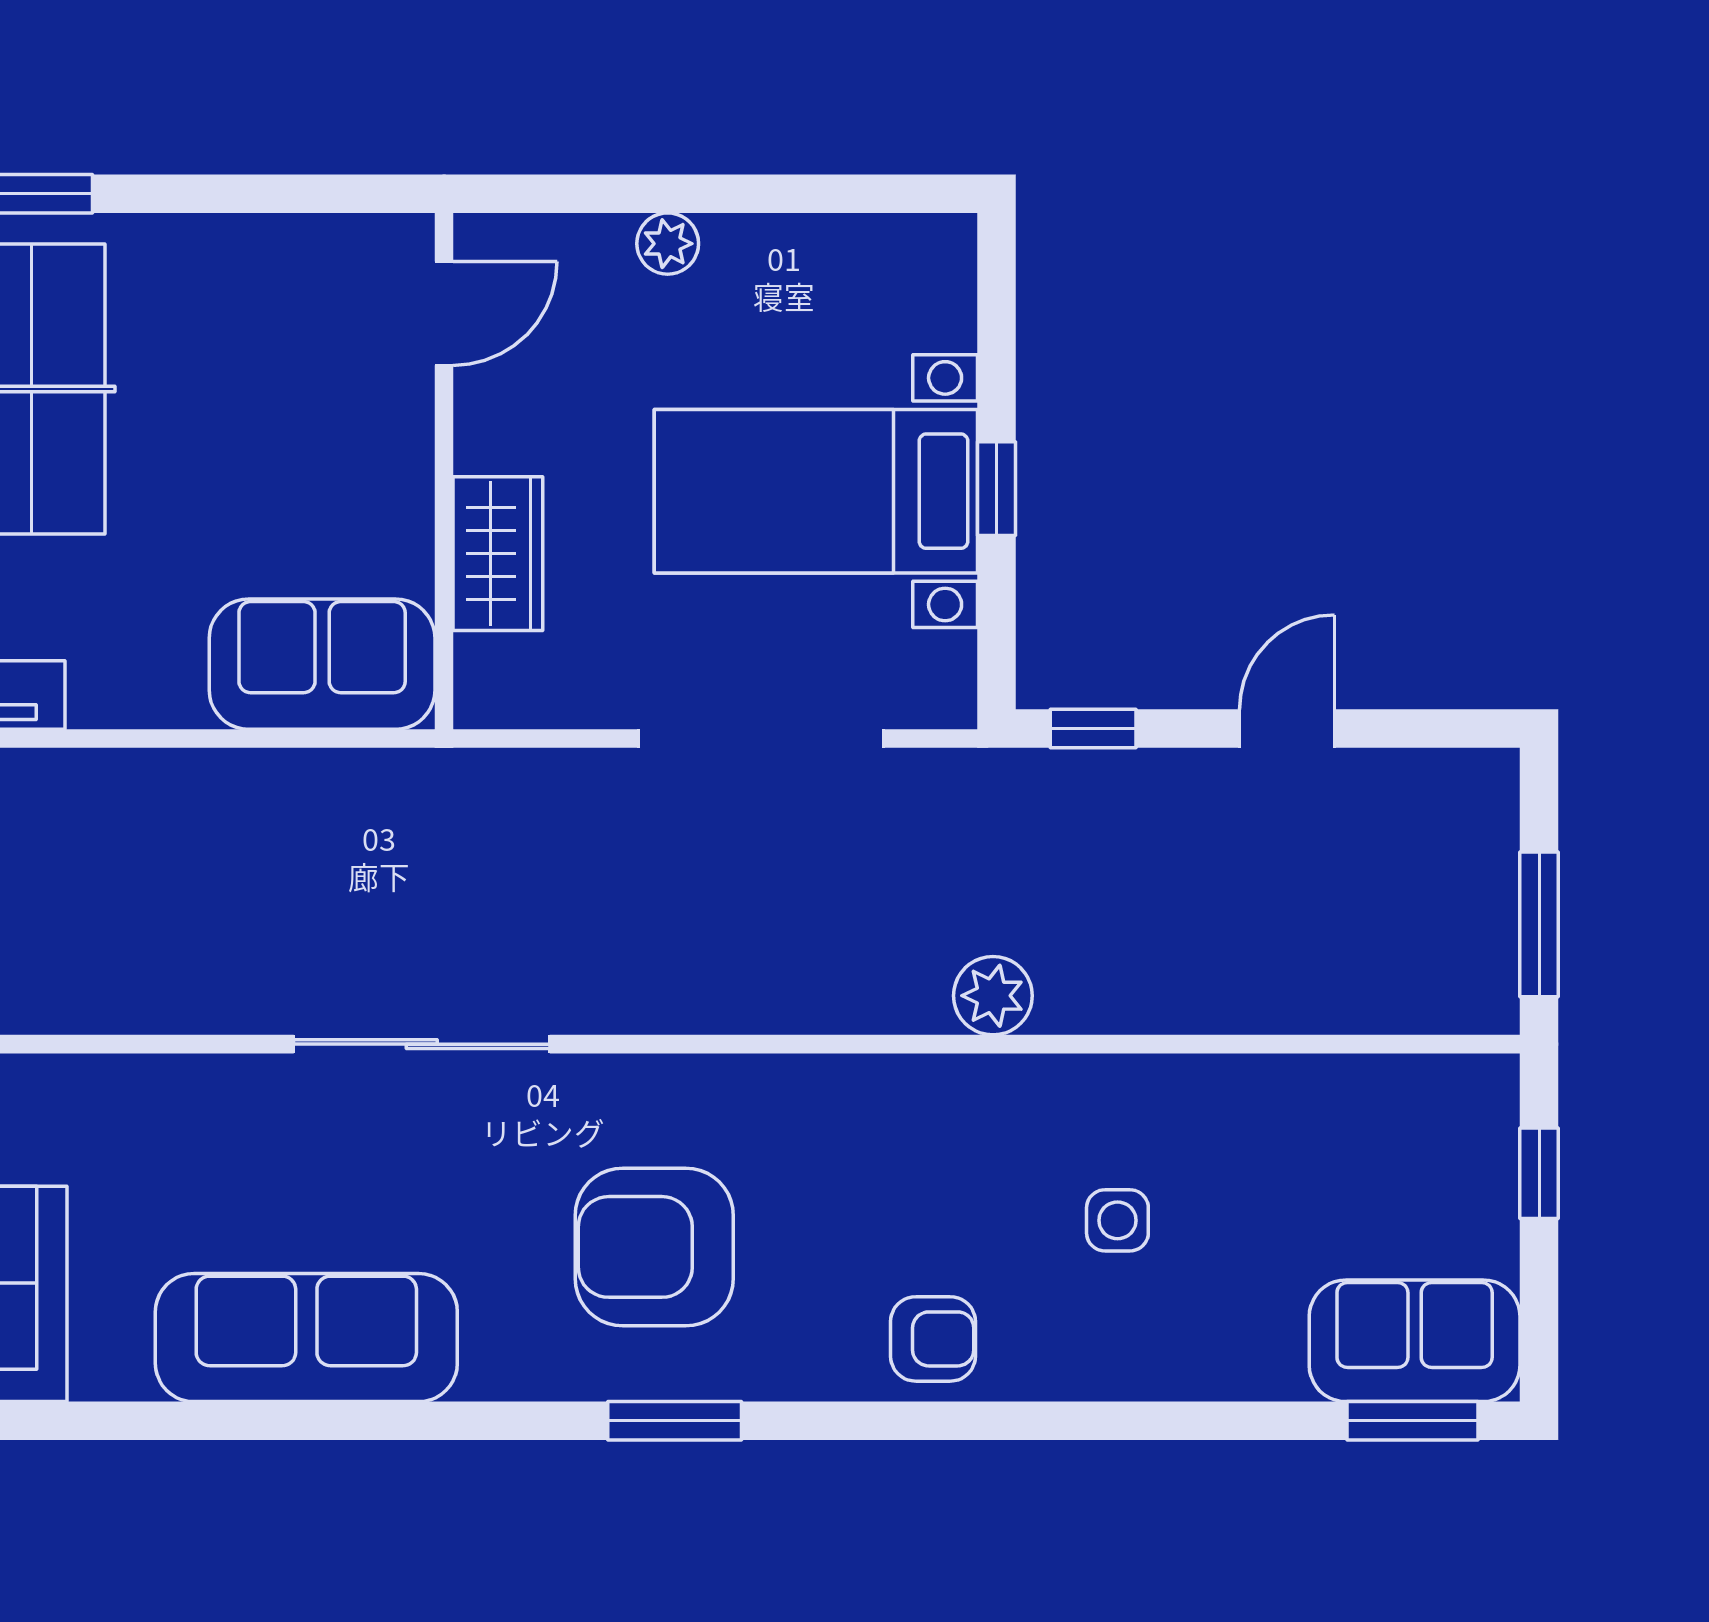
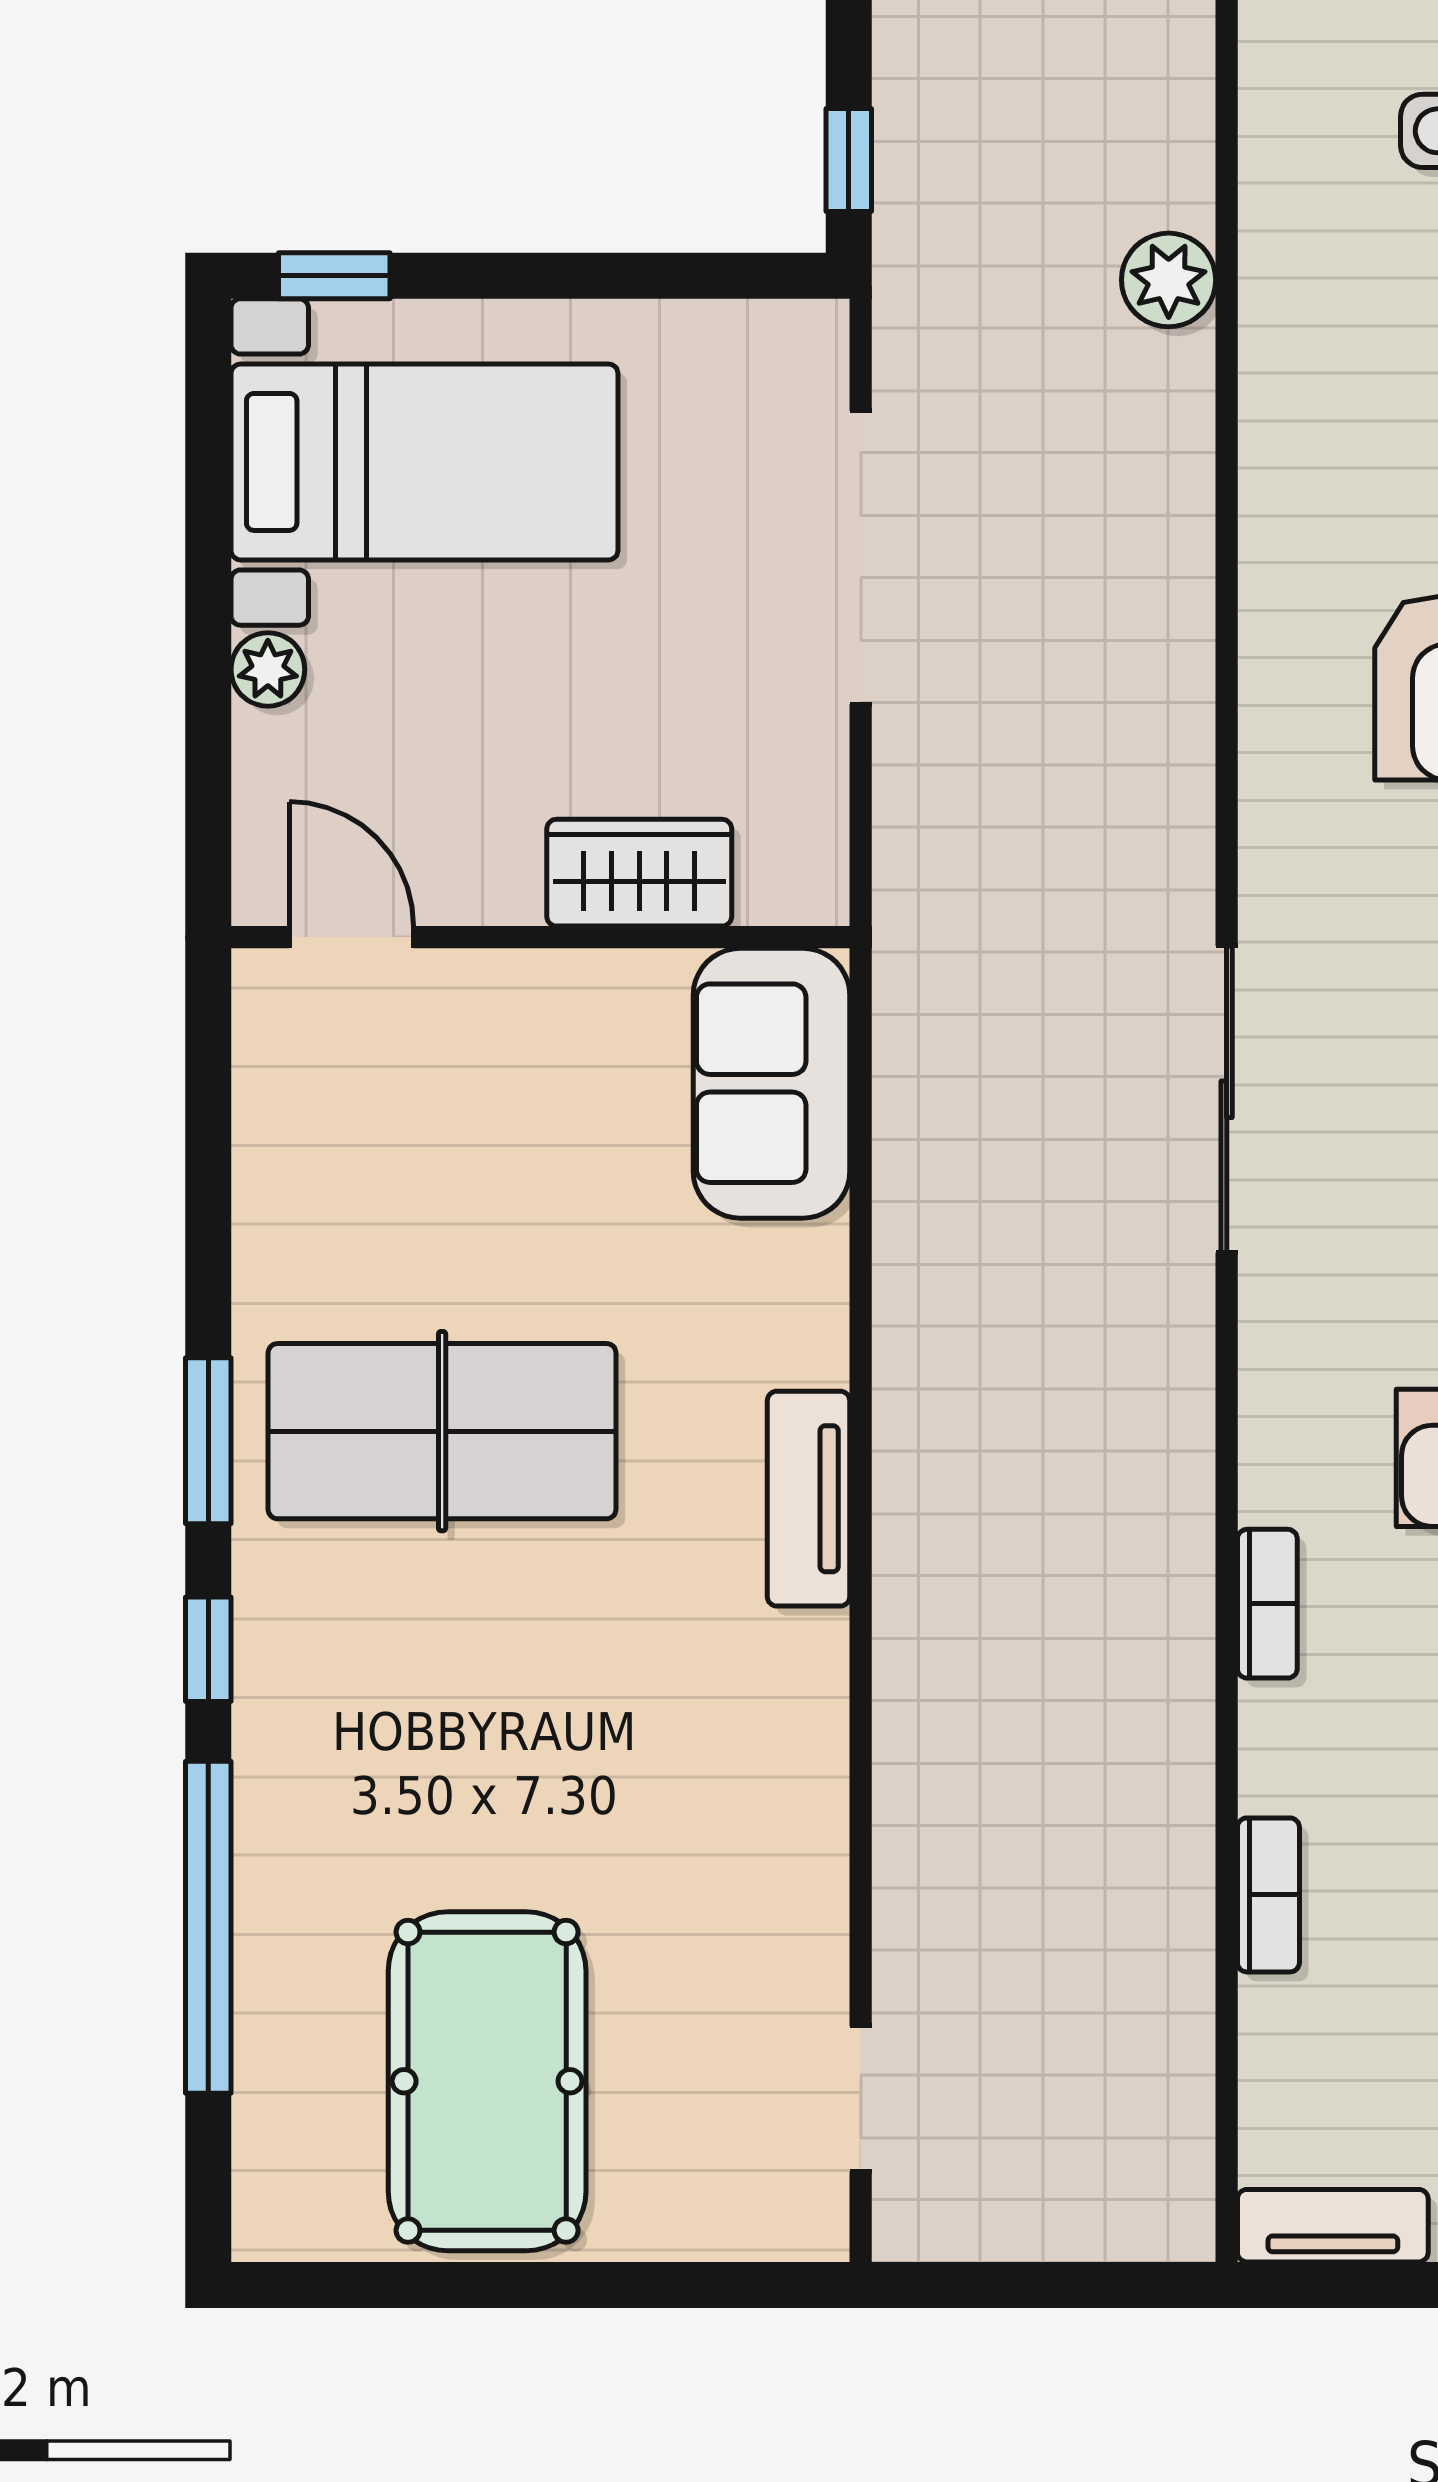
window: (997, 489) -> (334, 276), moved
bed with nightstands: (816, 491) -> (424, 462), moved, turned -90
sliding door: (422, 1044) -> (1227, 1099), moved

